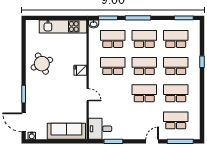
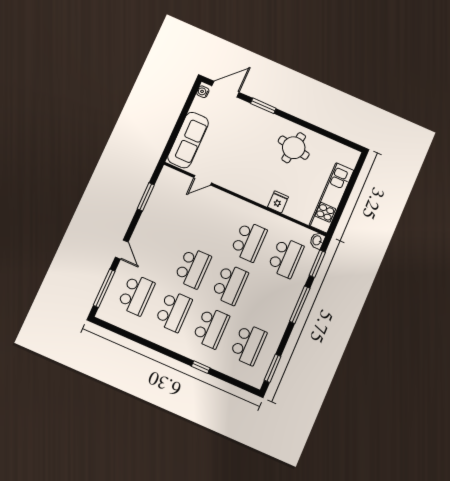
school desk: (144, 39) -> (267, 301), removed
round table: (42, 64) -> (294, 148), turned 35
fridge: (80, 70) -> (278, 202), moved
door: (88, 95) -> (203, 180), moved
desk: (100, 129) -> (171, 186), removed

